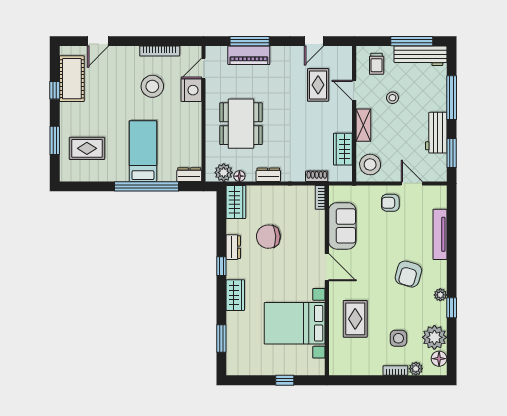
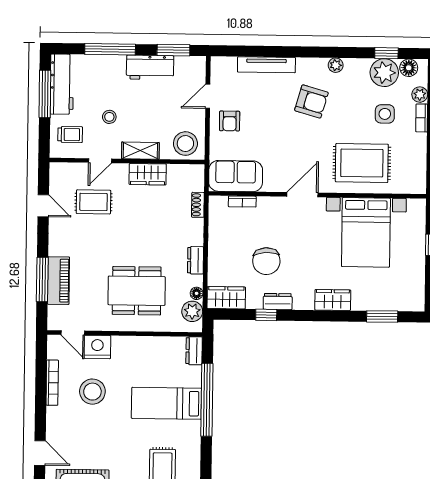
wardrobe: (343, 149) -> (148, 174), moved
bookcase: (320, 197) -> (242, 202), moved
sofa: (342, 226) -> (236, 176), moved
window: (221, 266) -> (266, 315), moved
window: (452, 308) -> (386, 53), moved
rug: (355, 319) -> (362, 163), width x1.36, depth x1.43

